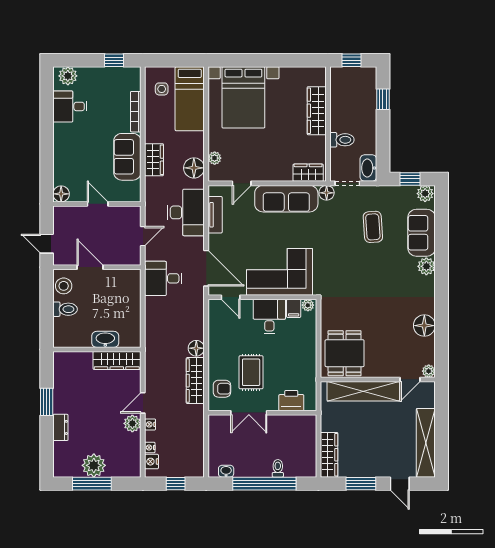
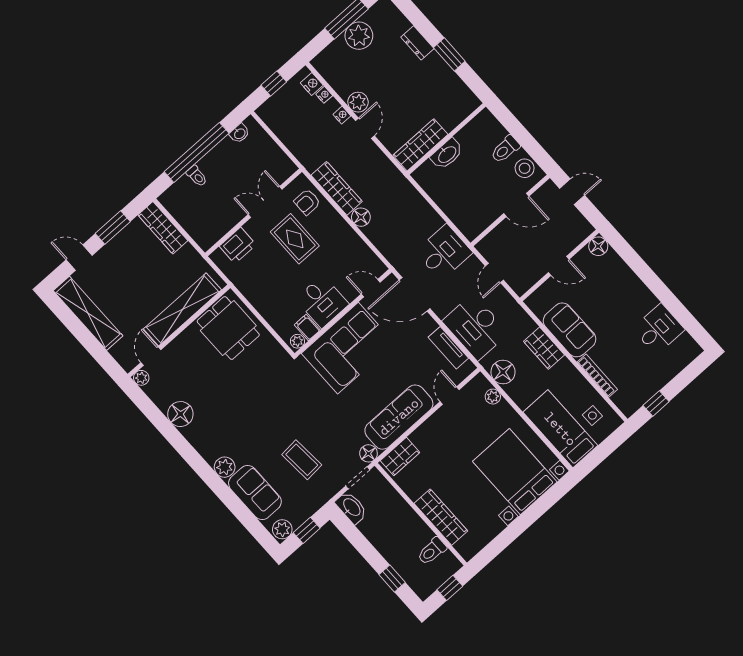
plant: (68, 76) -> (684, 354), removed
toilet: (342, 140) -> (432, 551), moved

